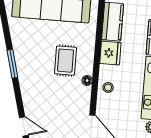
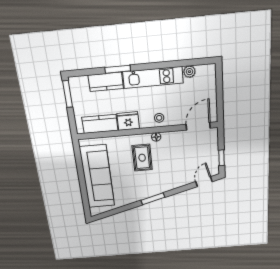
rug: (65, 61) -> (142, 158), turned 90

